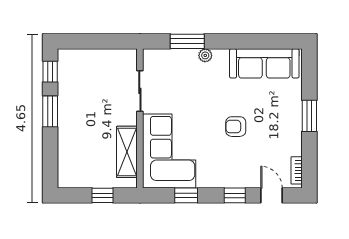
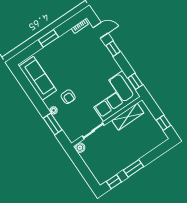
boiler: (129, 57) -> (80, 148), added
armchair: (236, 127) -> (68, 97), moved
window: (102, 195) -> (163, 123), moved
window: (186, 195) -> (135, 81), moved
door: (271, 195) -> (101, 30), swing flipped

